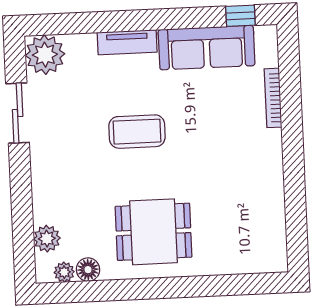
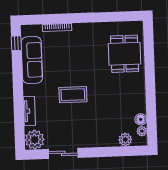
tv unit: (127, 42) -> (29, 111), moved
coffee table: (137, 132) -> (73, 95), turned 90
dining table: (153, 232) -> (125, 54), moved

